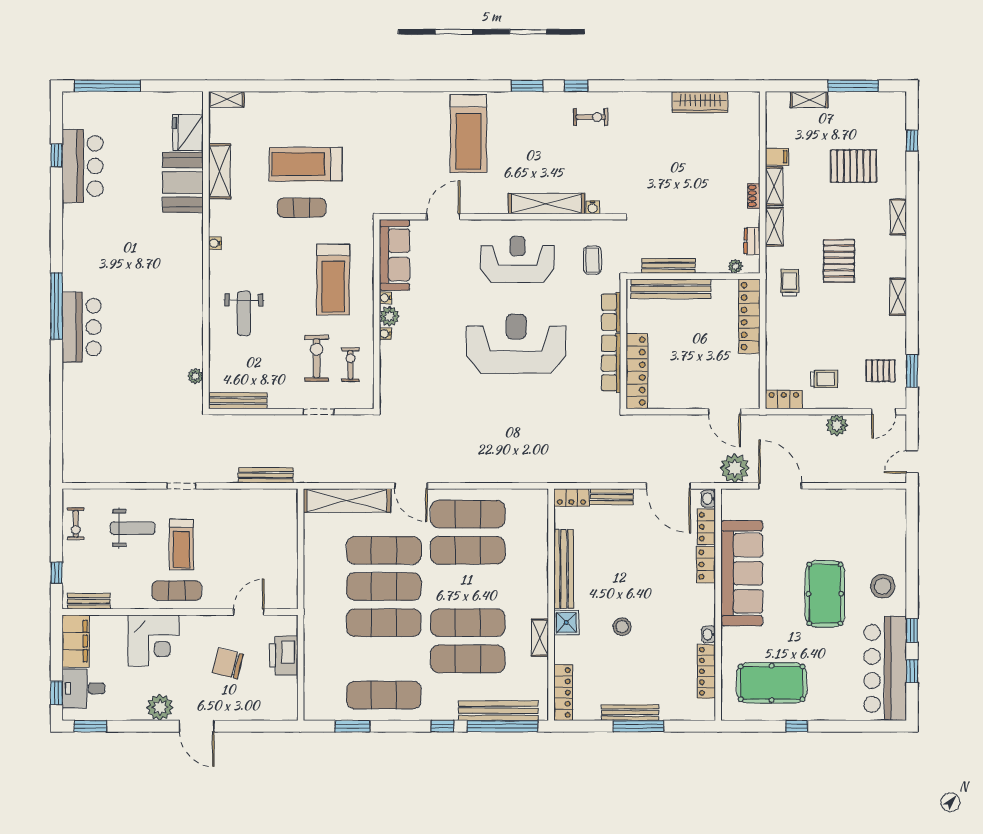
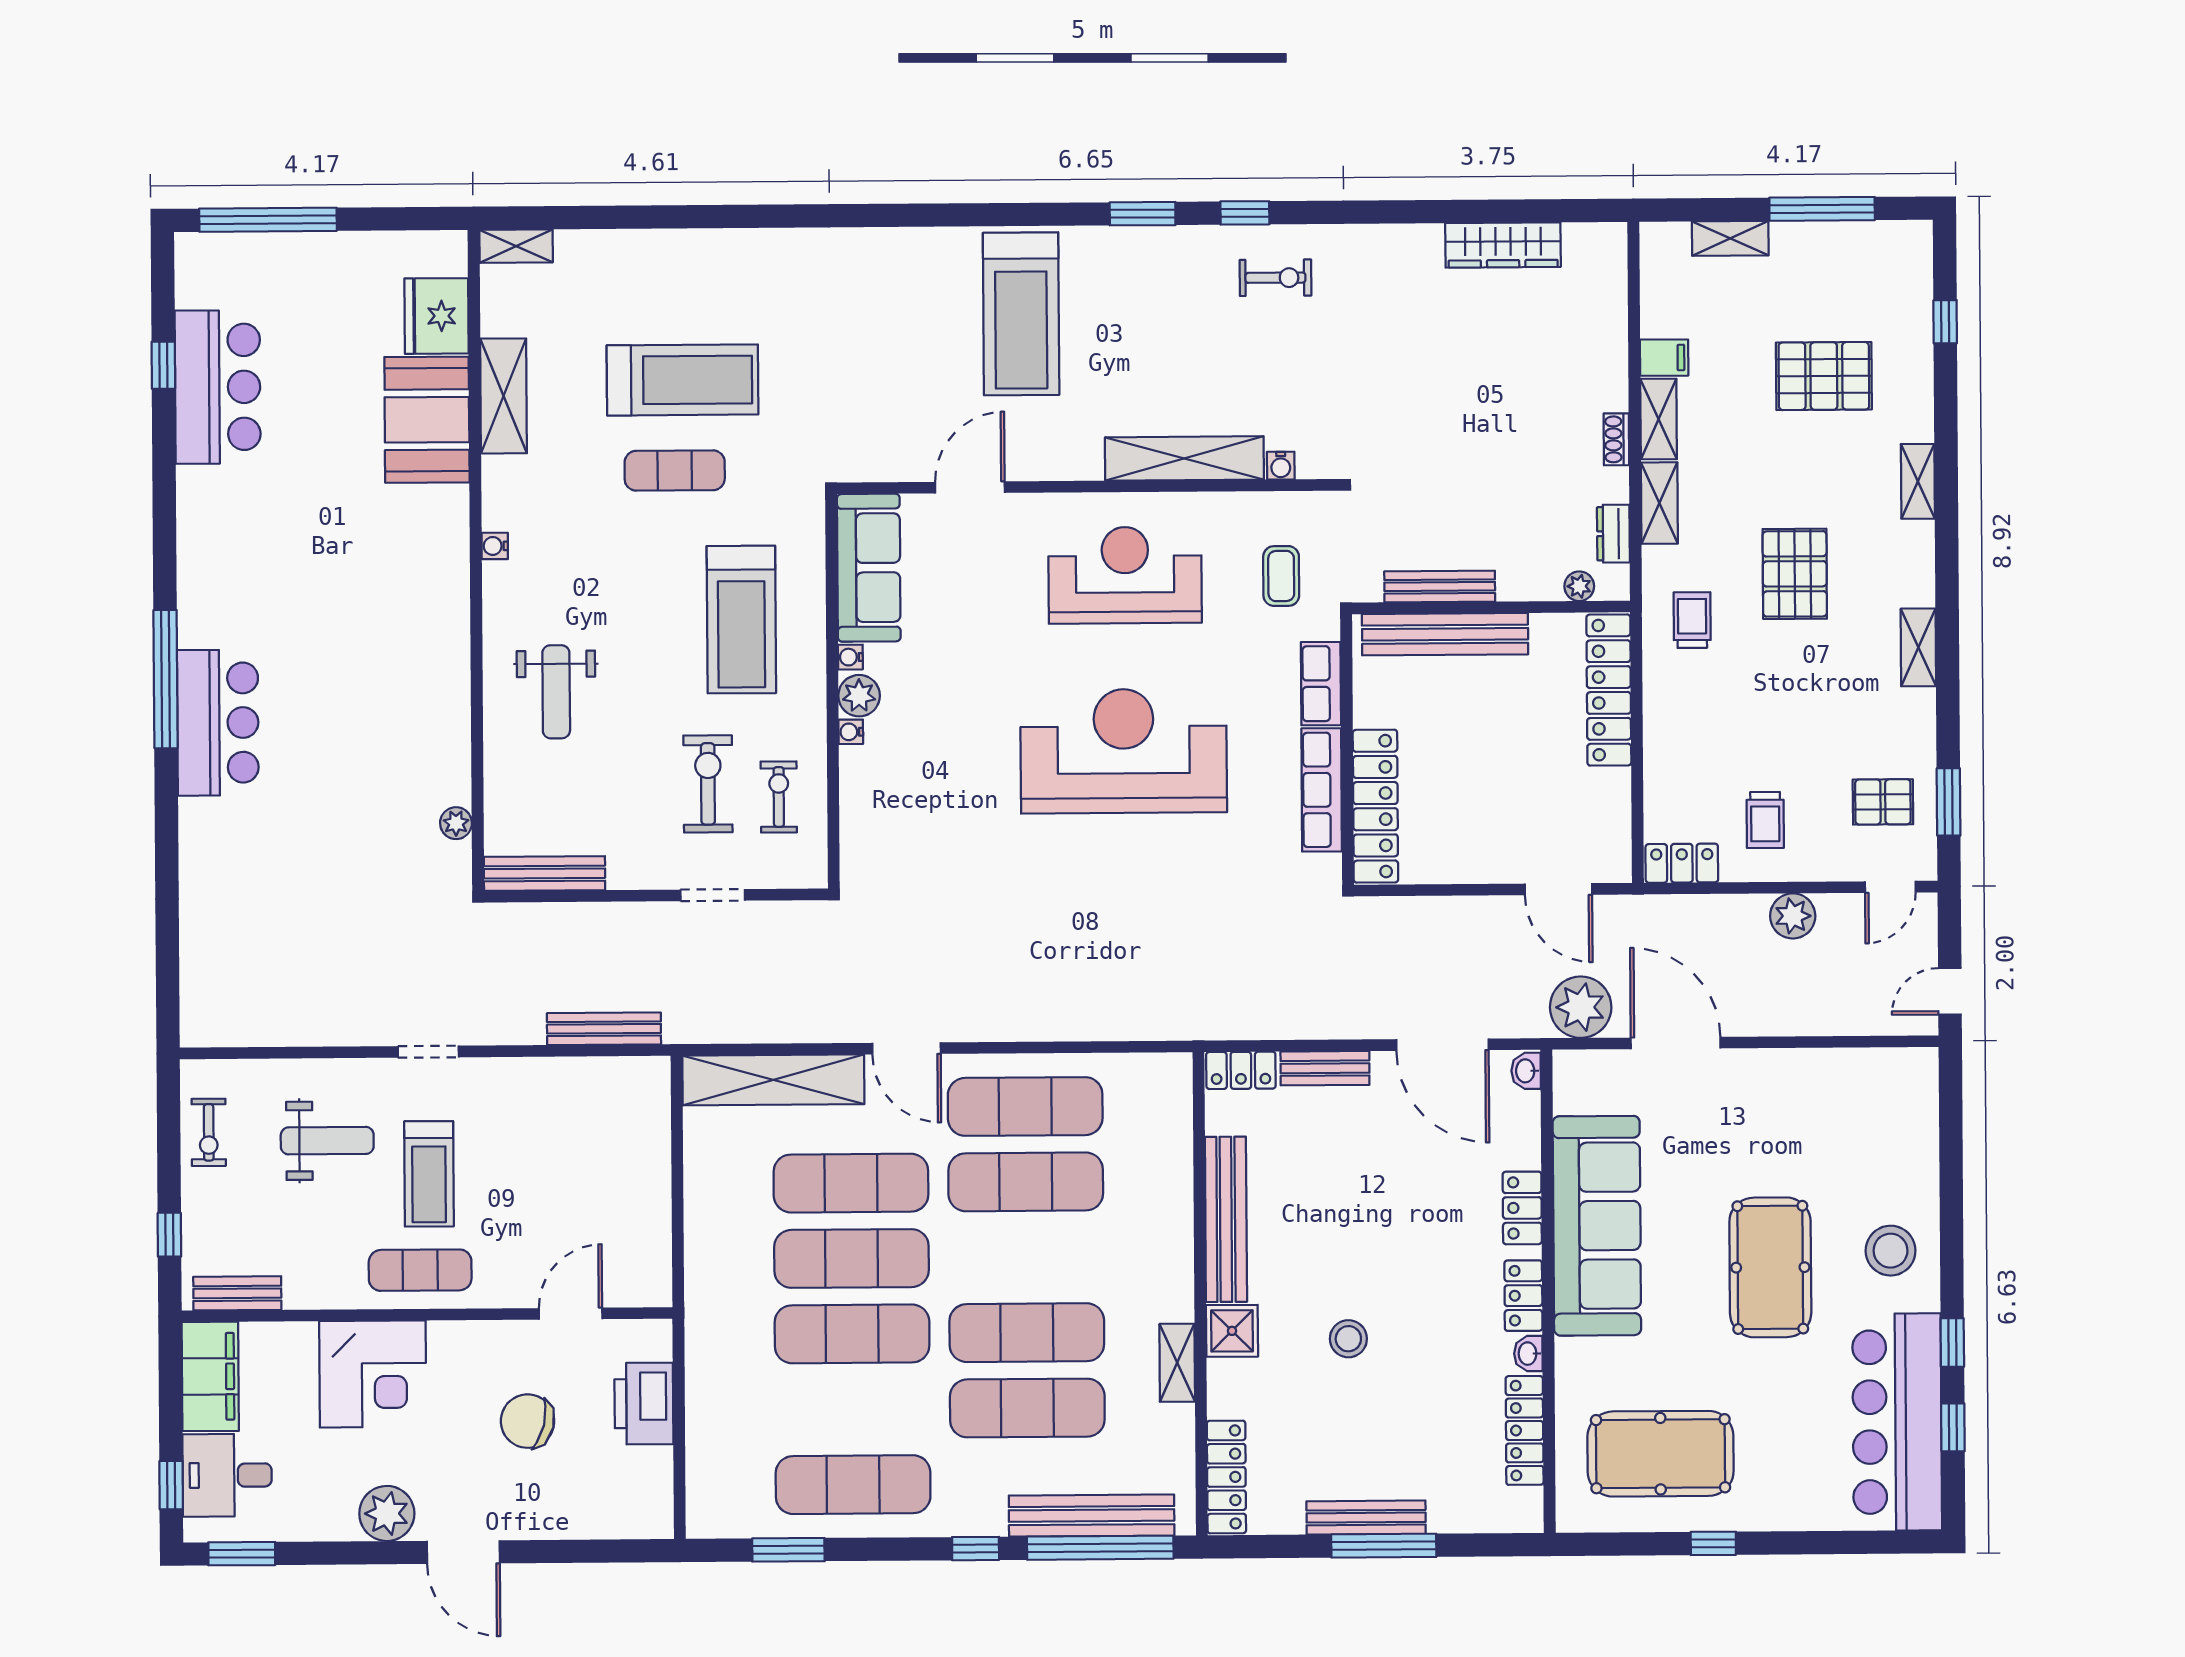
treadmill: (306, 164) -> (682, 380), turned 180
trolley: (824, 379) -> (1765, 820), turned 90
locker: (706, 527) -> (1523, 1296), moved

